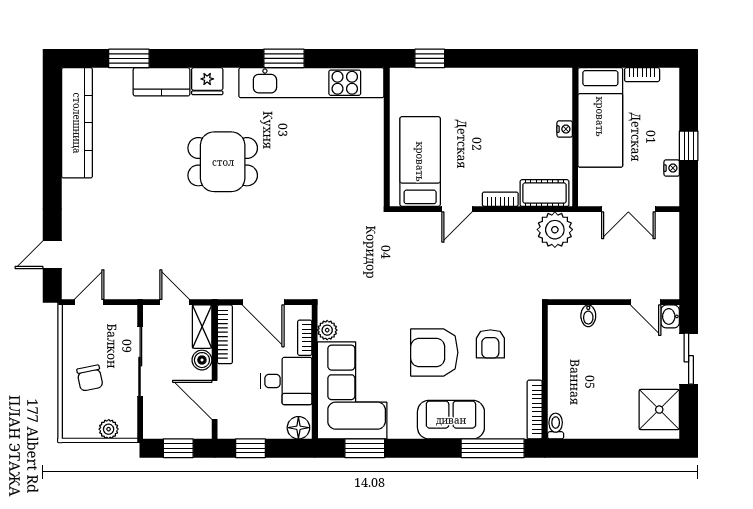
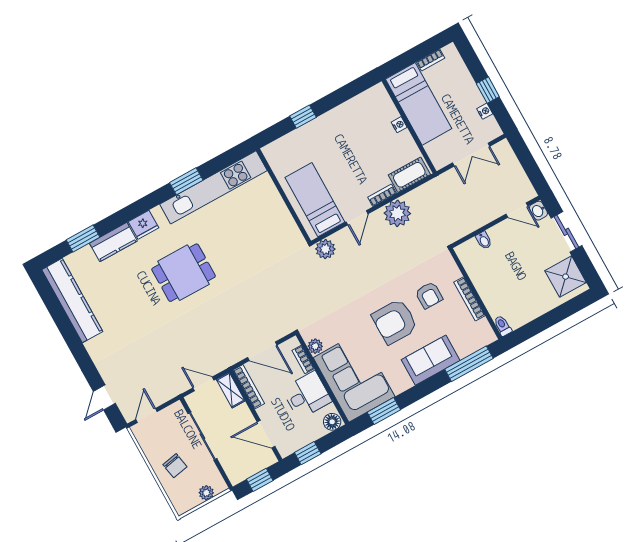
window: (430, 58) -> (303, 117), moved
plant: (401, 225) -> (325, 249), added
plant: (555, 230) -> (397, 213), moved
boiler: (202, 360) -> (243, 412), removed
bookcase: (535, 410) -> (469, 299), moved

